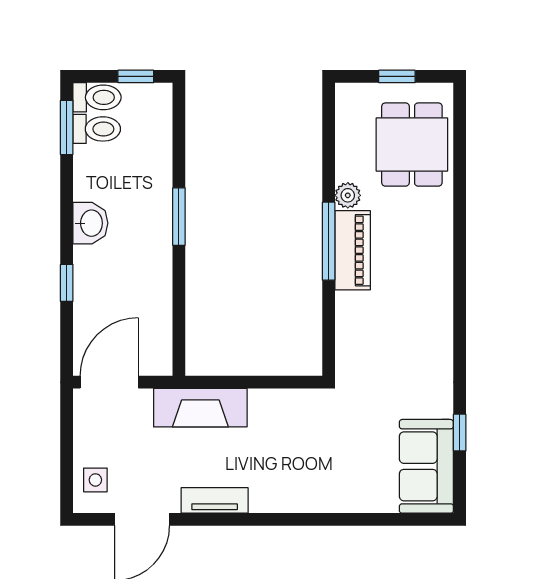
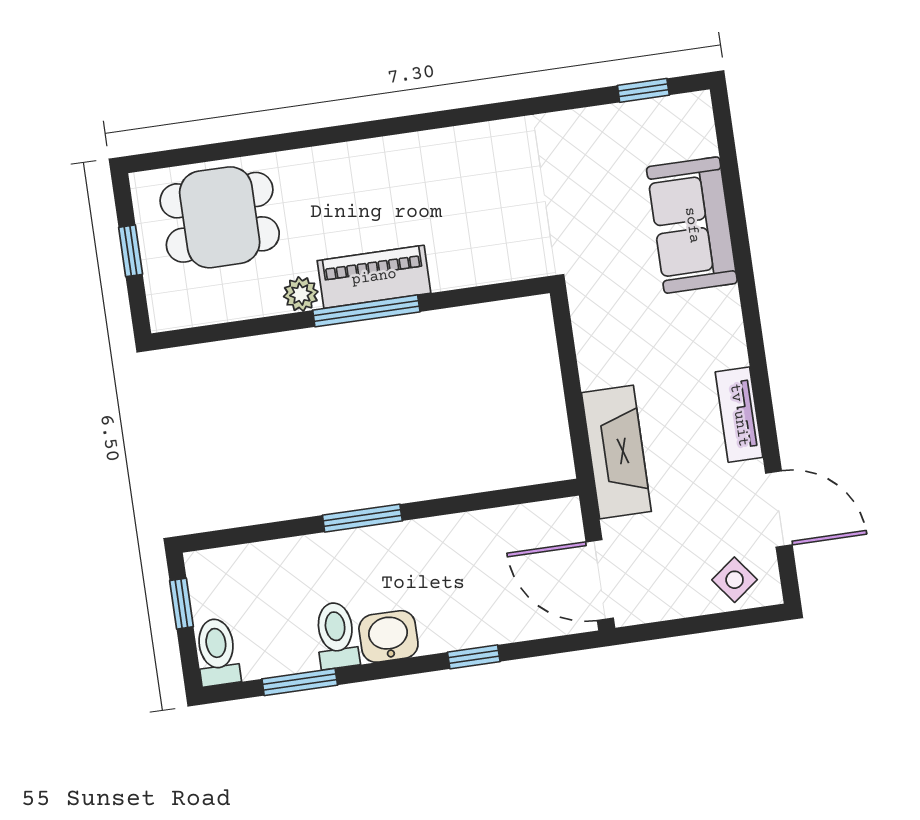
window: (67, 127) -> (300, 682), moved
toilet: (97, 129) -> (336, 635), moved
window: (460, 433) -> (643, 90), moved
sofa: (426, 466) -> (692, 225), moved, turned 90
side table: (95, 480) -> (735, 580), turned -37

